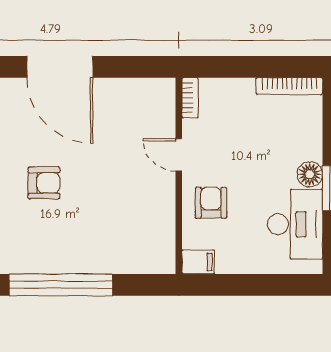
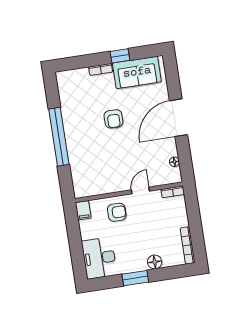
floor lamp: (137, 86) -> (174, 162), added
floor lamp: (310, 174) -> (155, 262), moved
desk: (295, 224) -> (99, 258), moved, turned 90

